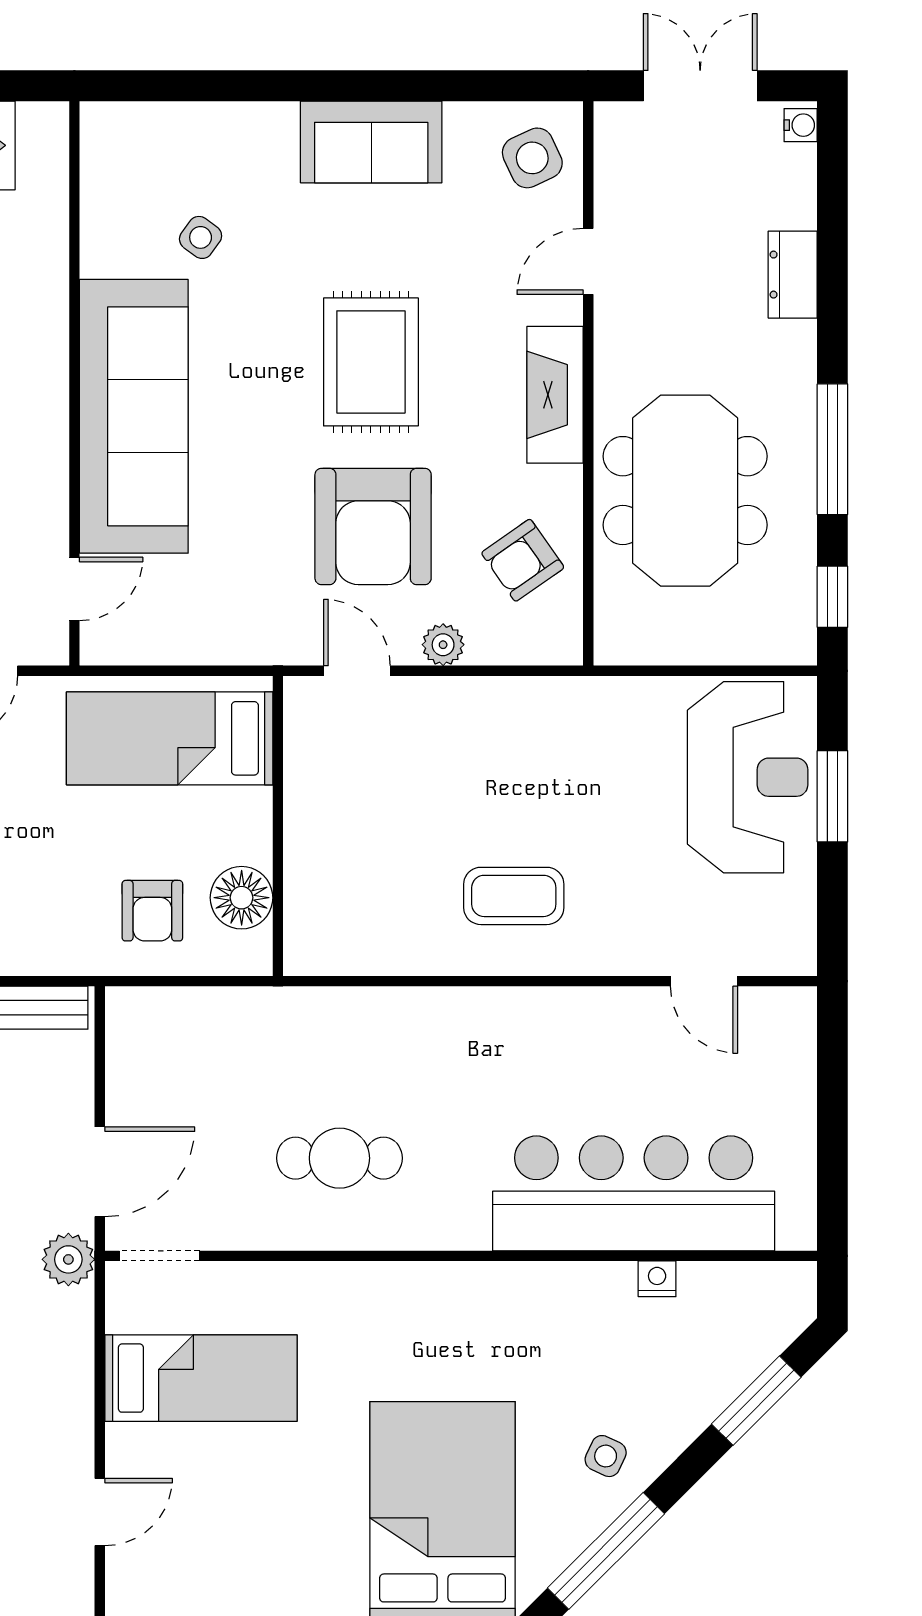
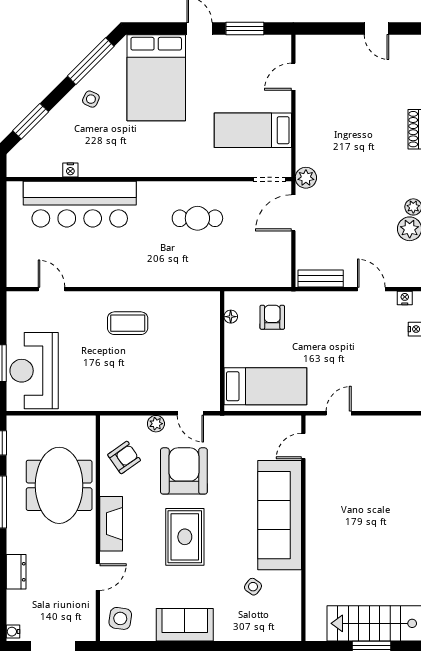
side table: (532, 158) -> (120, 618), turned 33
floor lamp: (242, 898) -> (231, 317), width x0.53, depth x0.53

